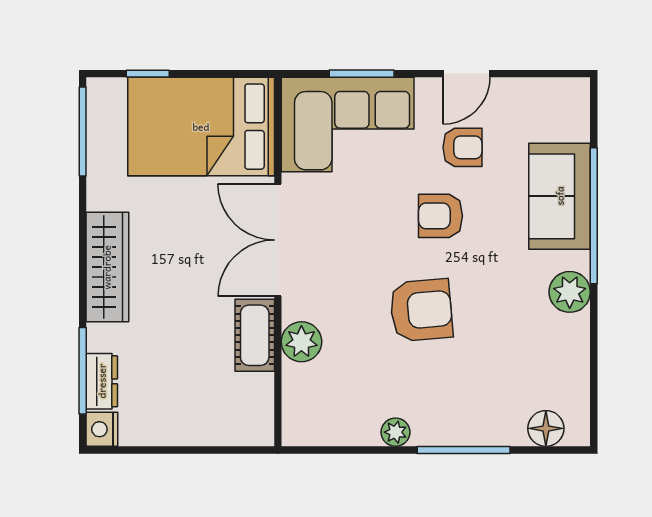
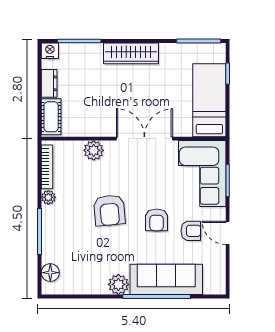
bed: (201, 127) -> (209, 100), width x0.67
armchair: (462, 147) -> (191, 231), turned -90
sofa: (560, 196) -> (166, 279), width x1.36
armchair: (440, 216) -> (157, 220), turned 180
cot: (255, 335) -> (51, 117), moved, turned 90
dresser: (102, 381) -> (49, 83), moved, turned -90
bookcase: (334, 435) -> (47, 167), added

